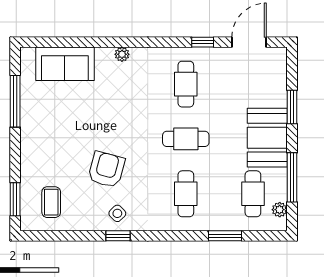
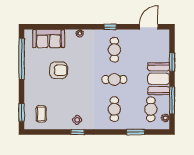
window: (203, 42) -> (110, 27), moved
window: (15, 101) -> (22, 59), width x1.46
armchair: (106, 170) -> (58, 70), moved, turned 75

